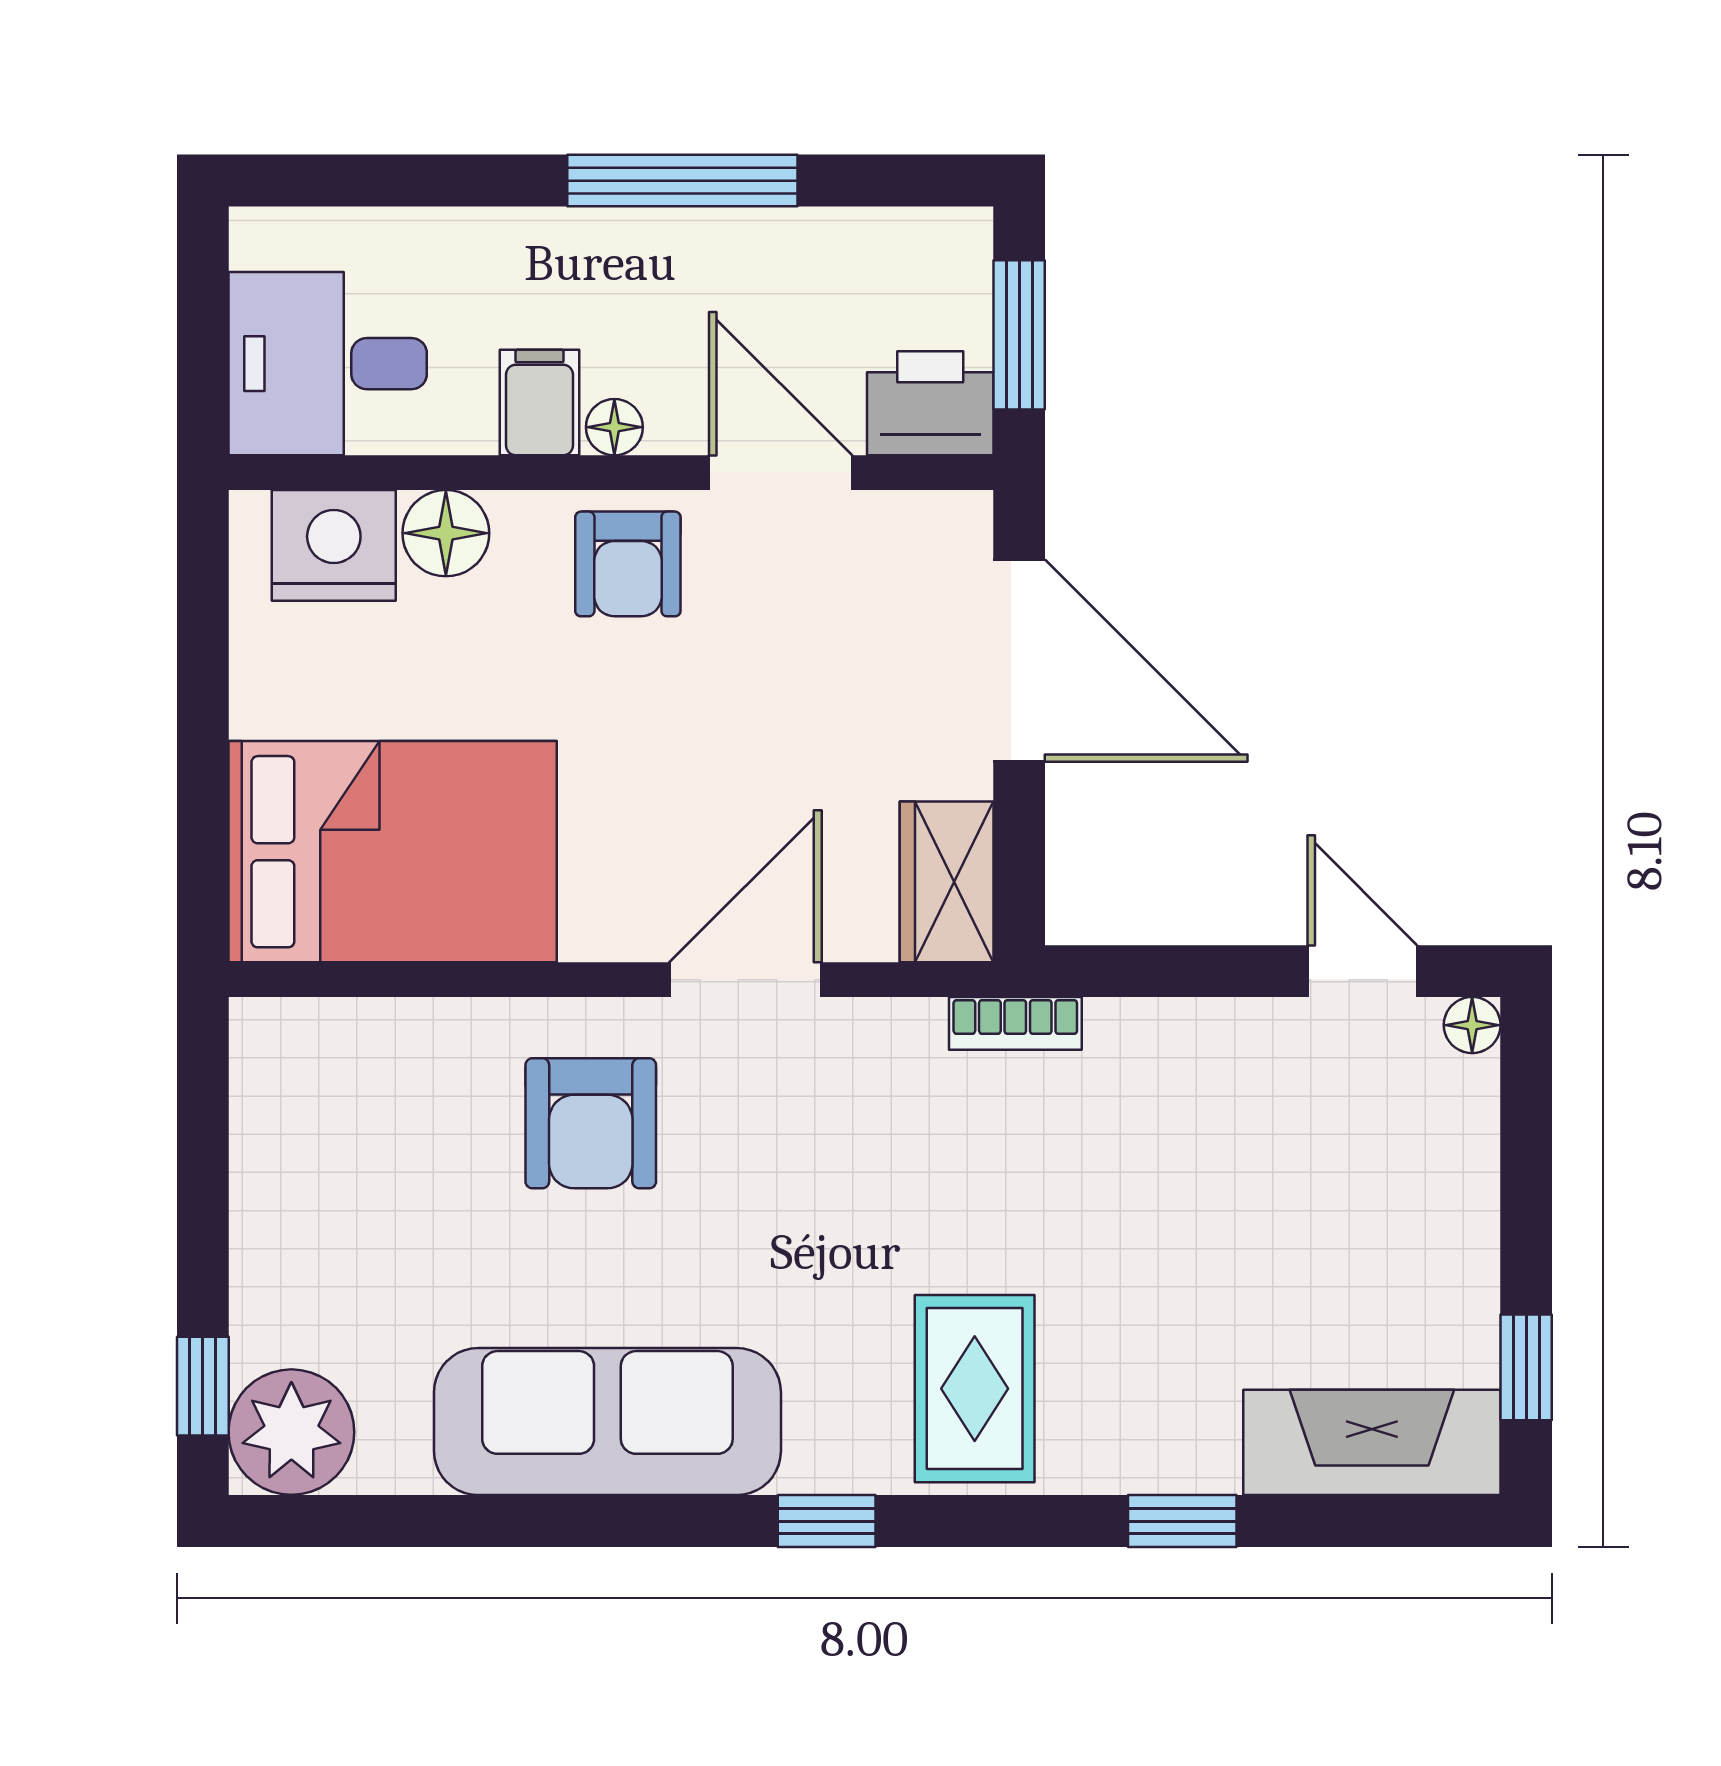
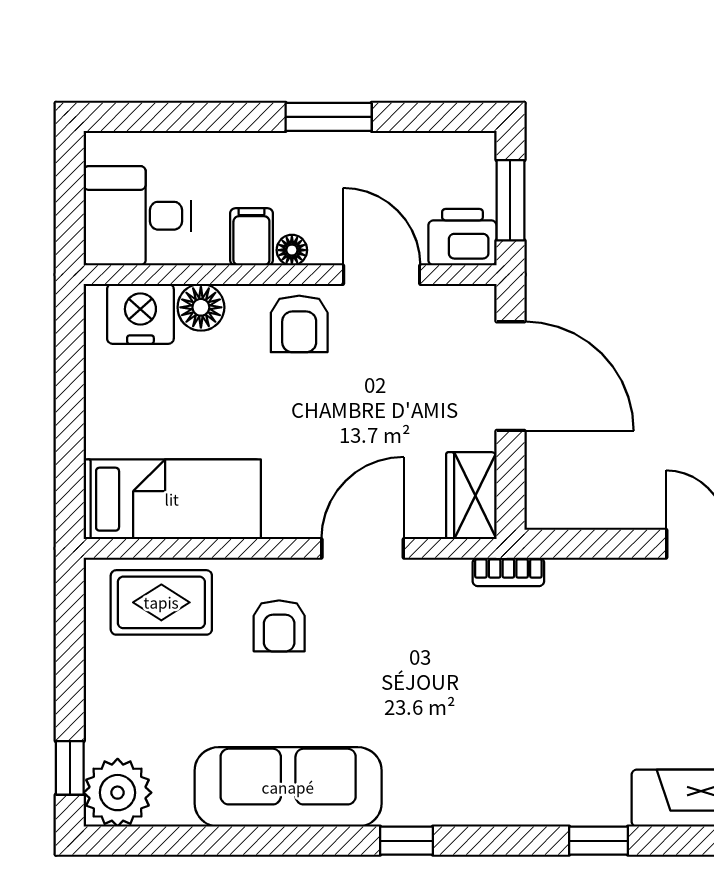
window: (682, 181) -> (329, 117), width x0.69
bed: (393, 852) -> (172, 499), width x0.67
armchair: (591, 1123) -> (279, 626), width x0.72, depth x0.72
rug: (975, 1389) -> (161, 602), moved, turned 90

